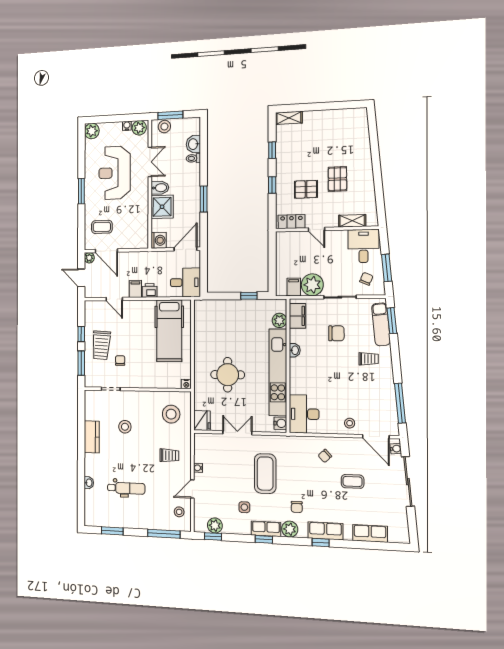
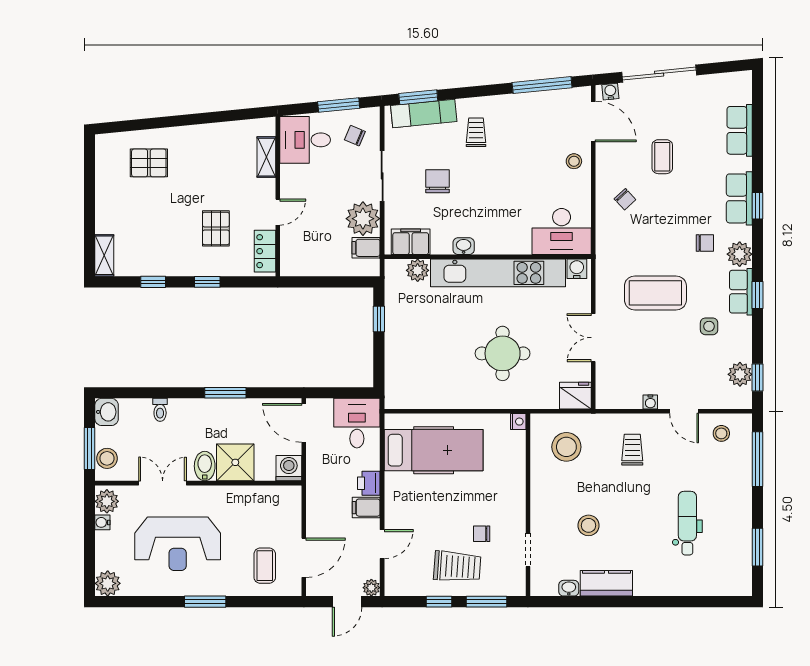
washbasin: (193, 144) -> (107, 412), moved, turned -90
pallet: (337, 179) -> (149, 163), moved
plant: (89, 258) -> (371, 588), moved
door: (376, 437) -> (593, 121), hinge flipped
washbasin: (89, 483) -> (569, 588), moved

